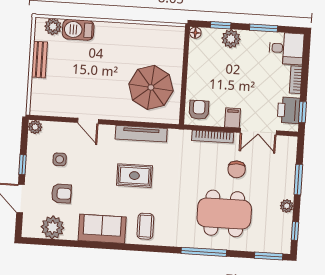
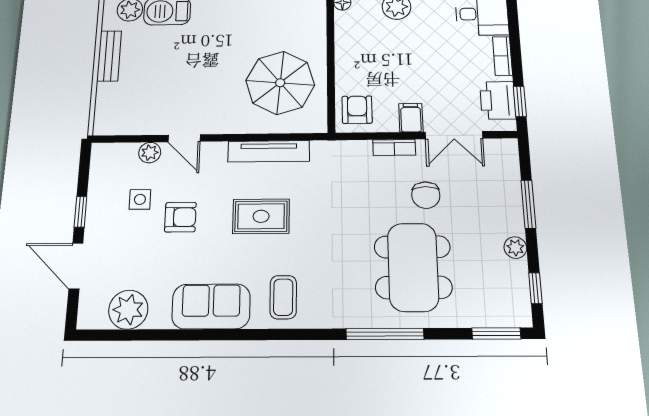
plant: (35, 127) -> (150, 153), moved
bookcase: (213, 137) -> (394, 147), width x0.64
armchair: (61, 194) -> (180, 217), moved
dining table: (224, 213) -> (413, 267), turned 90

